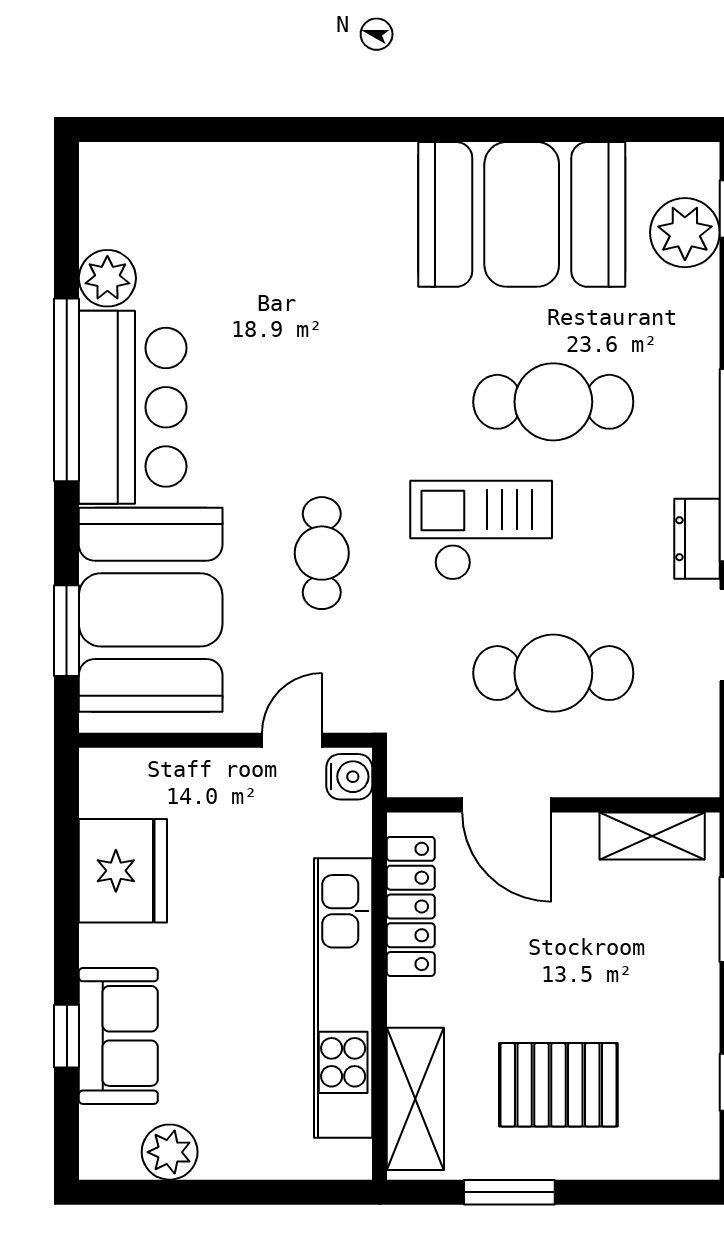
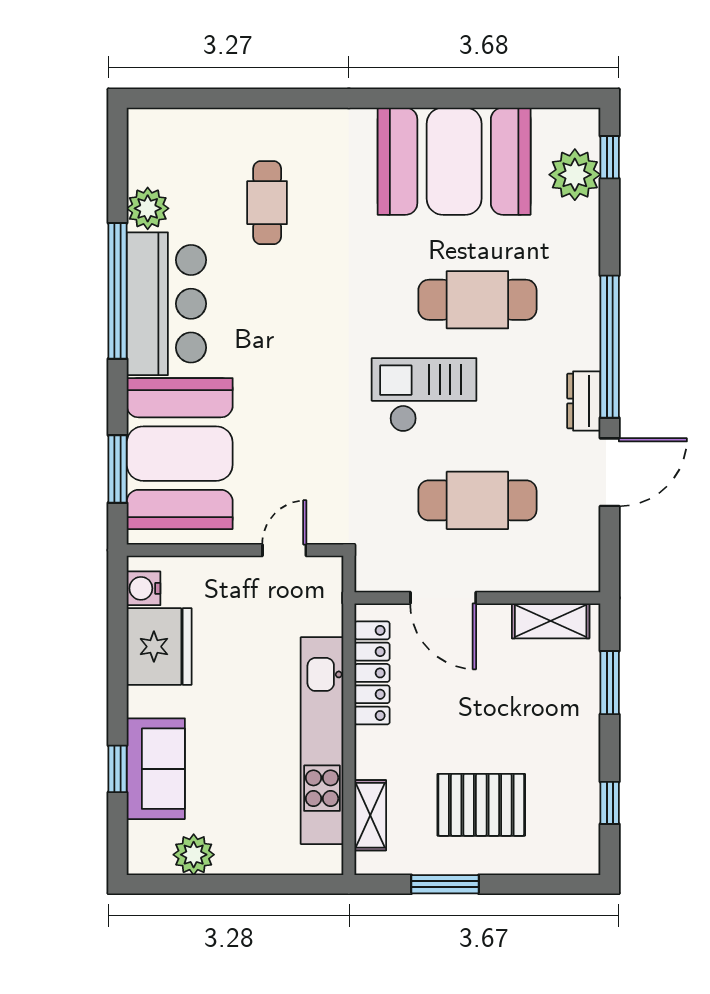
cafe table: (322, 553) -> (267, 203), moved
water cooler: (349, 777) -> (144, 588), moved, turned 180
shelving: (415, 1099) -> (370, 815), width x0.67, depth x0.75

